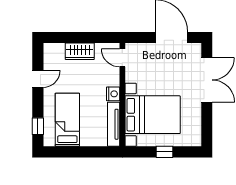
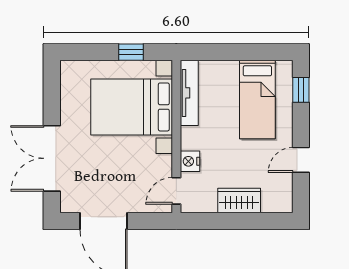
door: (122, 58) -> (176, 191), swing flipped
nightstand: (113, 94) -> (190, 161), moved
window: (164, 152) -> (131, 52), moved

